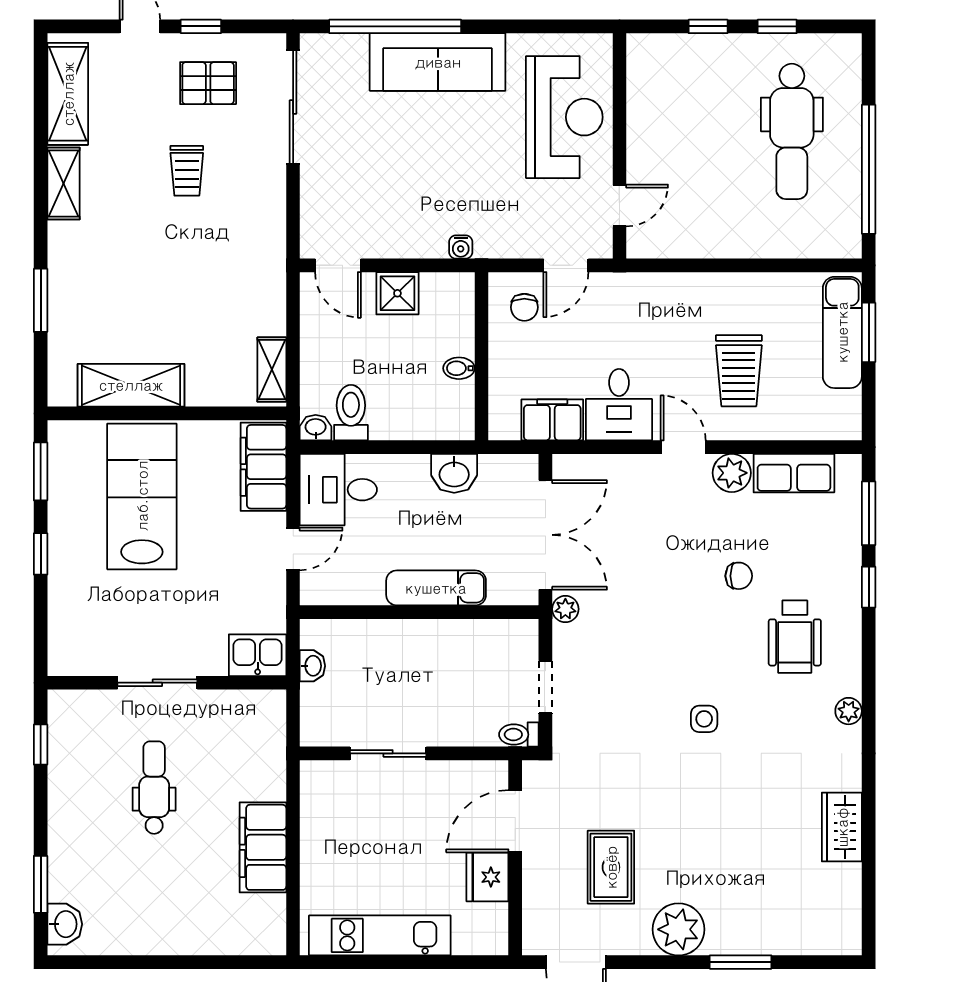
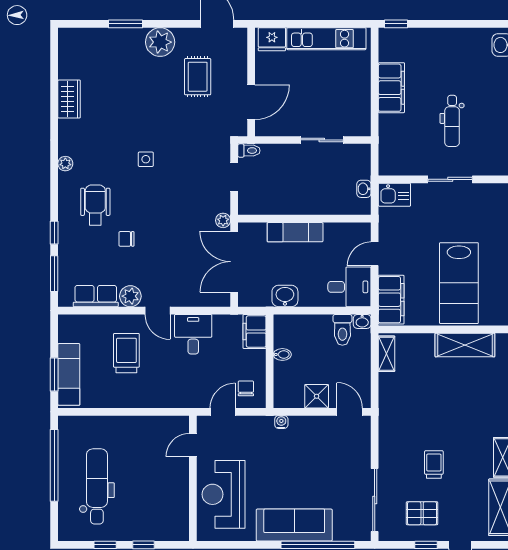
filing cabinet: (552, 420) -> (255, 331), moved, turned 90
fridge: (487, 877) -> (272, 39), moved, turned 90
window: (255, 962) -> (396, 24), added

